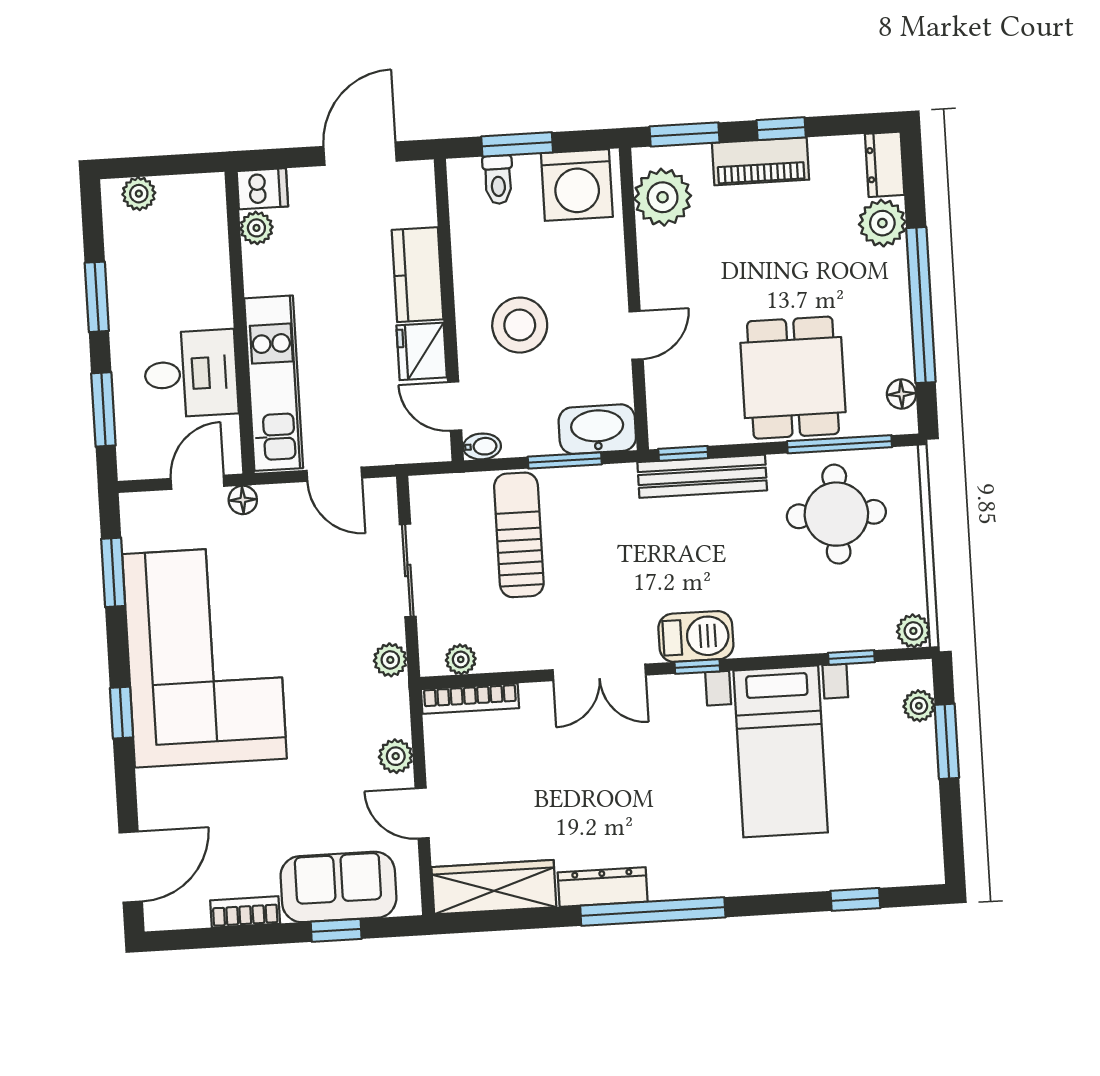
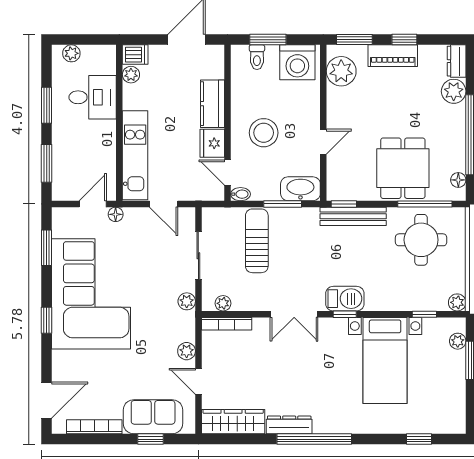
desk: (191, 374) -> (93, 97), moved
bookcase: (245, 912) -> (94, 427), width x1.56

